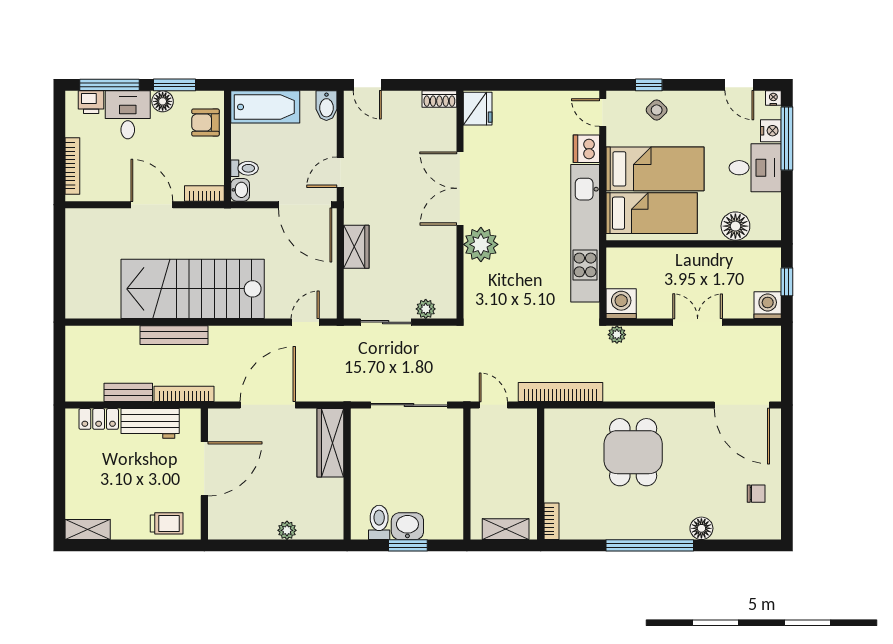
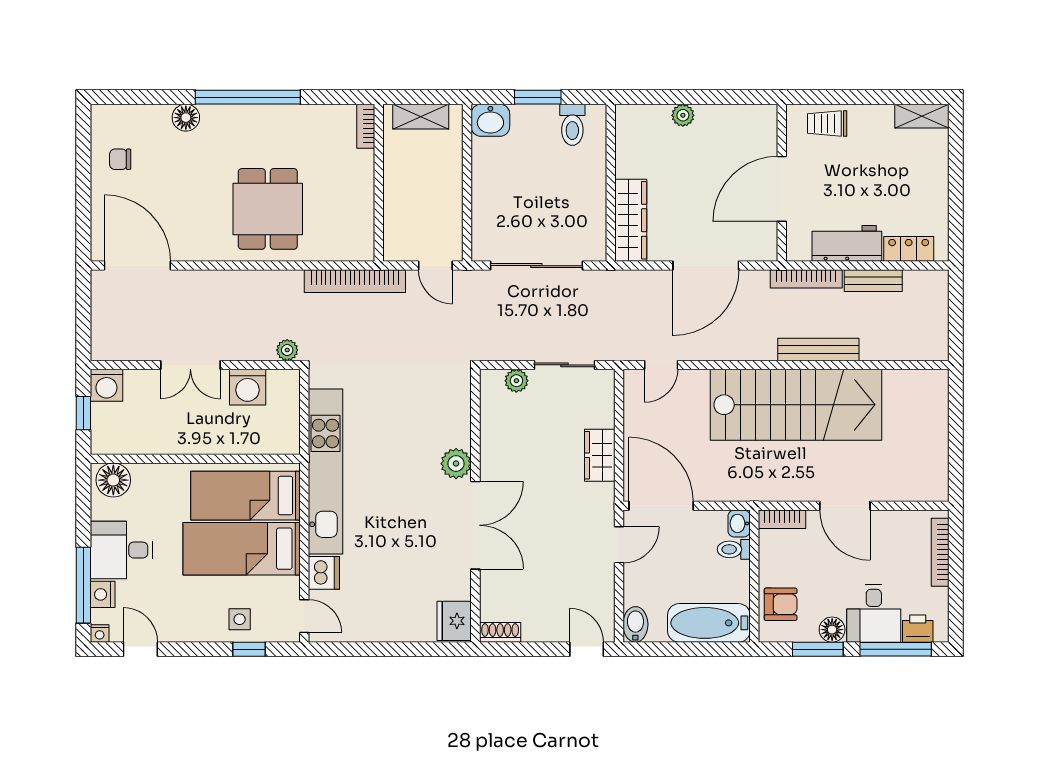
side table: (657, 110) -> (240, 619), turned 45
floor lamp: (735, 226) -> (113, 480), moved
plant: (481, 244) -> (456, 464), width x0.73, depth x0.73
washing machine: (621, 304) -> (248, 387), moved
washbasin: (407, 526) -> (490, 120), moved

